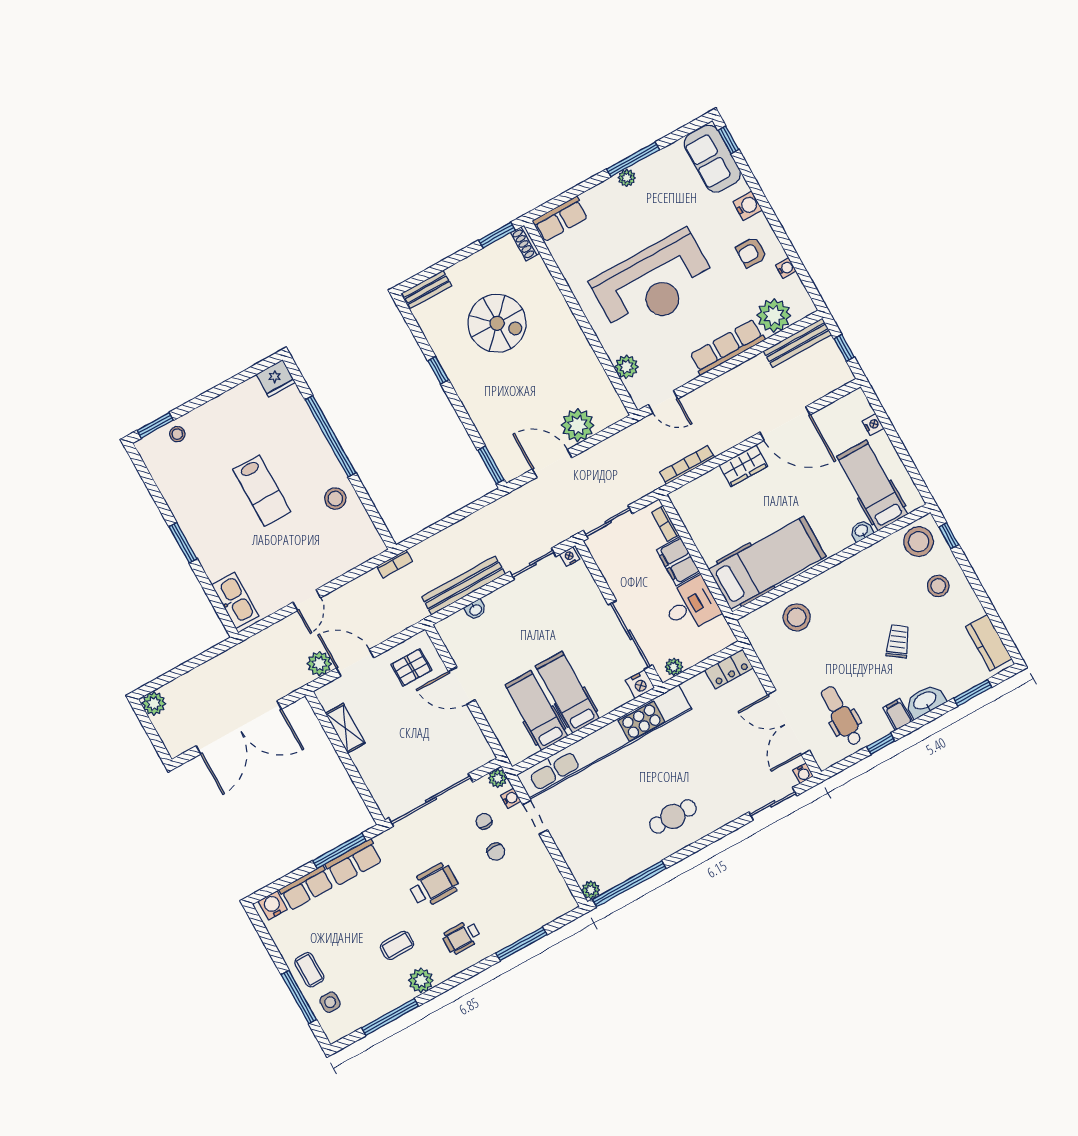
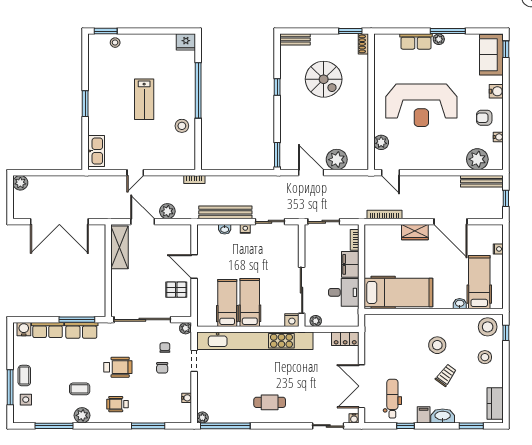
row of seats: (560, 219) -> (416, 41), moved
row of seats: (727, 347) -> (442, 162), removed
nightstand: (570, 557) -> (245, 229), moved
stool: (797, 617) -> (437, 345), moved
plant: (319, 664) -> (167, 211), moved
pallet: (412, 667) -> (176, 290), moved
shelving: (345, 728) -> (120, 247), width x1.50, depth x1.33
water cooler: (511, 798) -> (187, 398), moved

